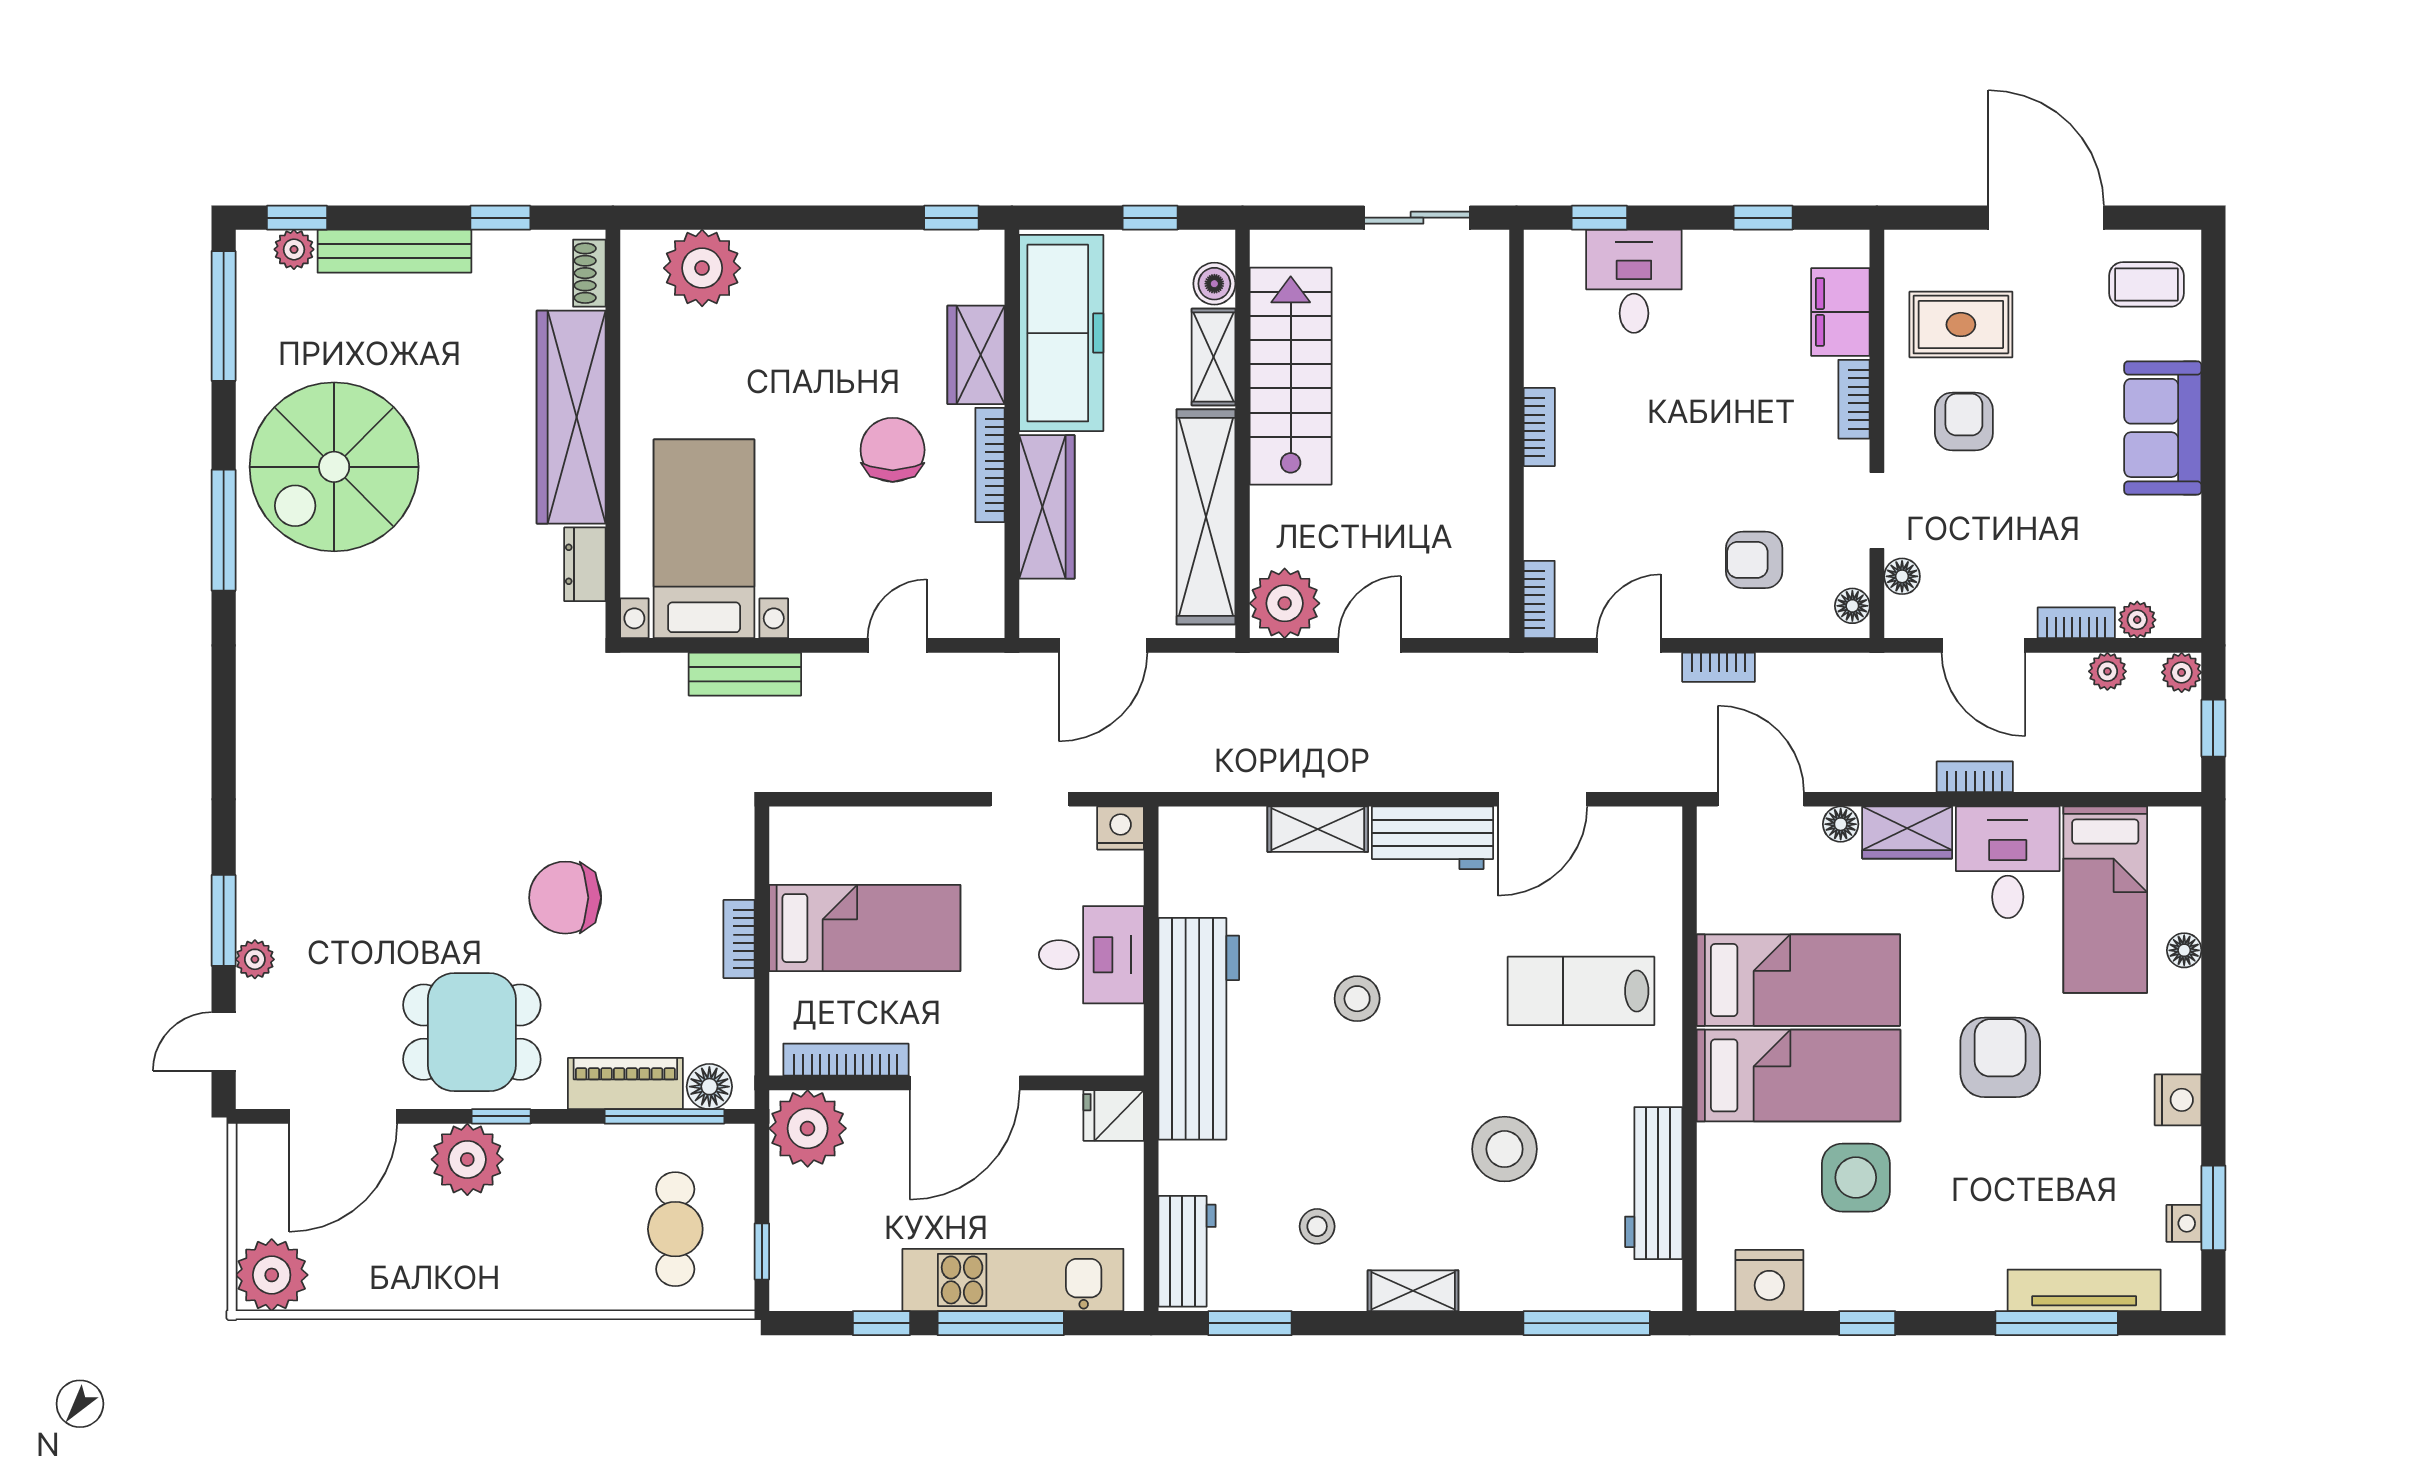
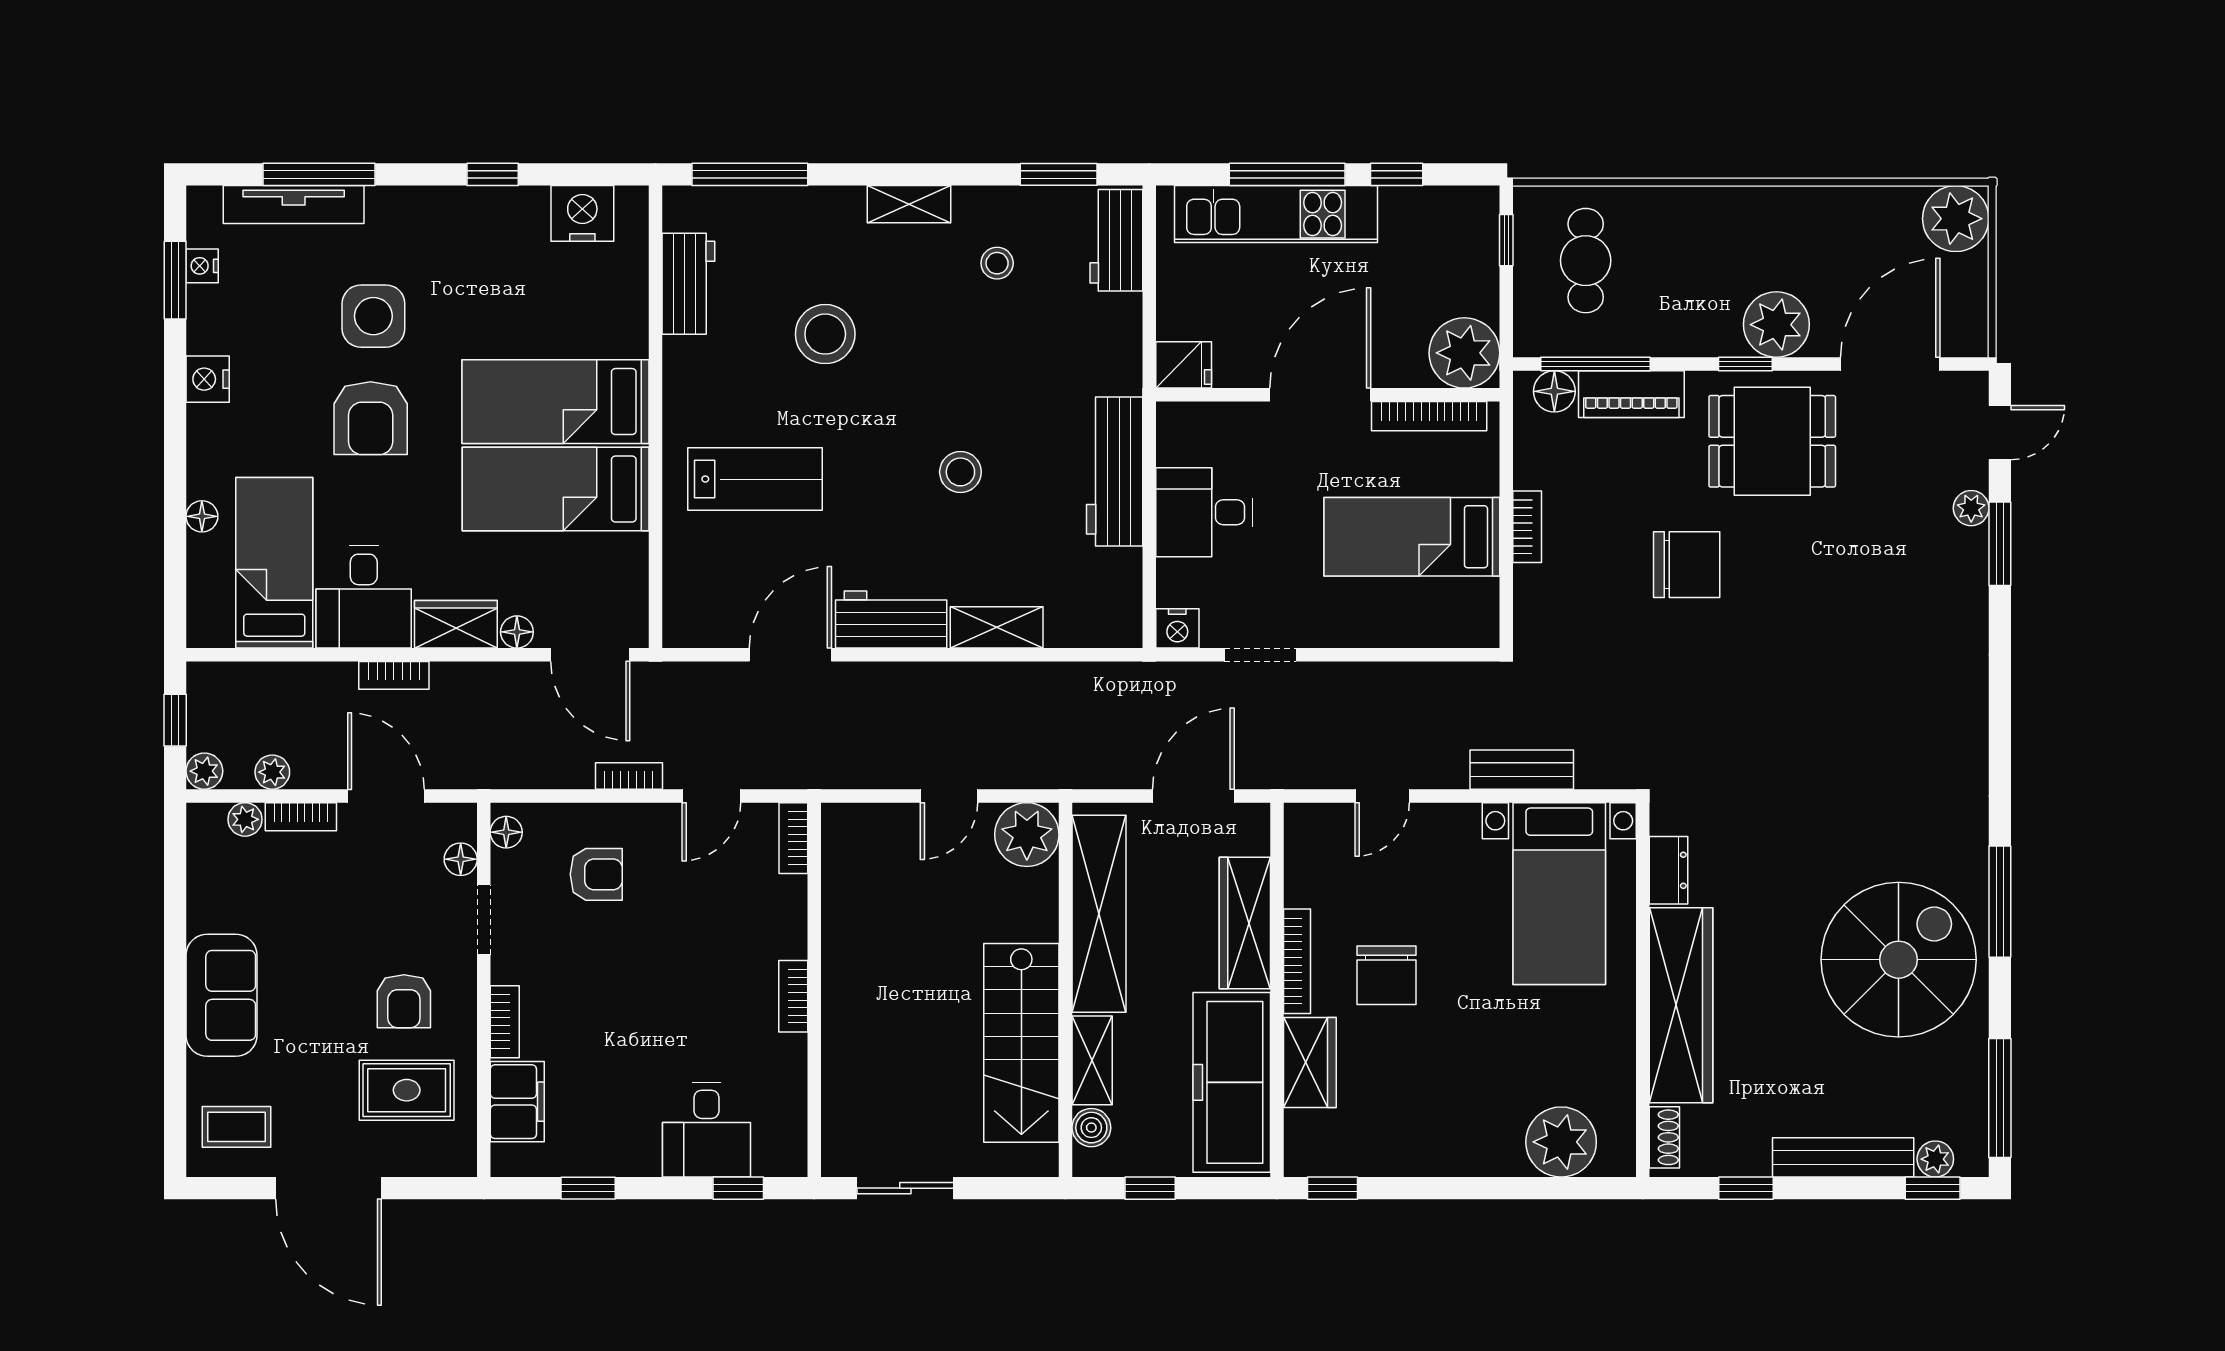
workbench: (1199, 1029) -> (1115, 471), width x0.73, depth x0.76
side table: (1856, 1178) -> (373, 316), moved
workbench: (1654, 1183) -> (688, 284), width x0.73

